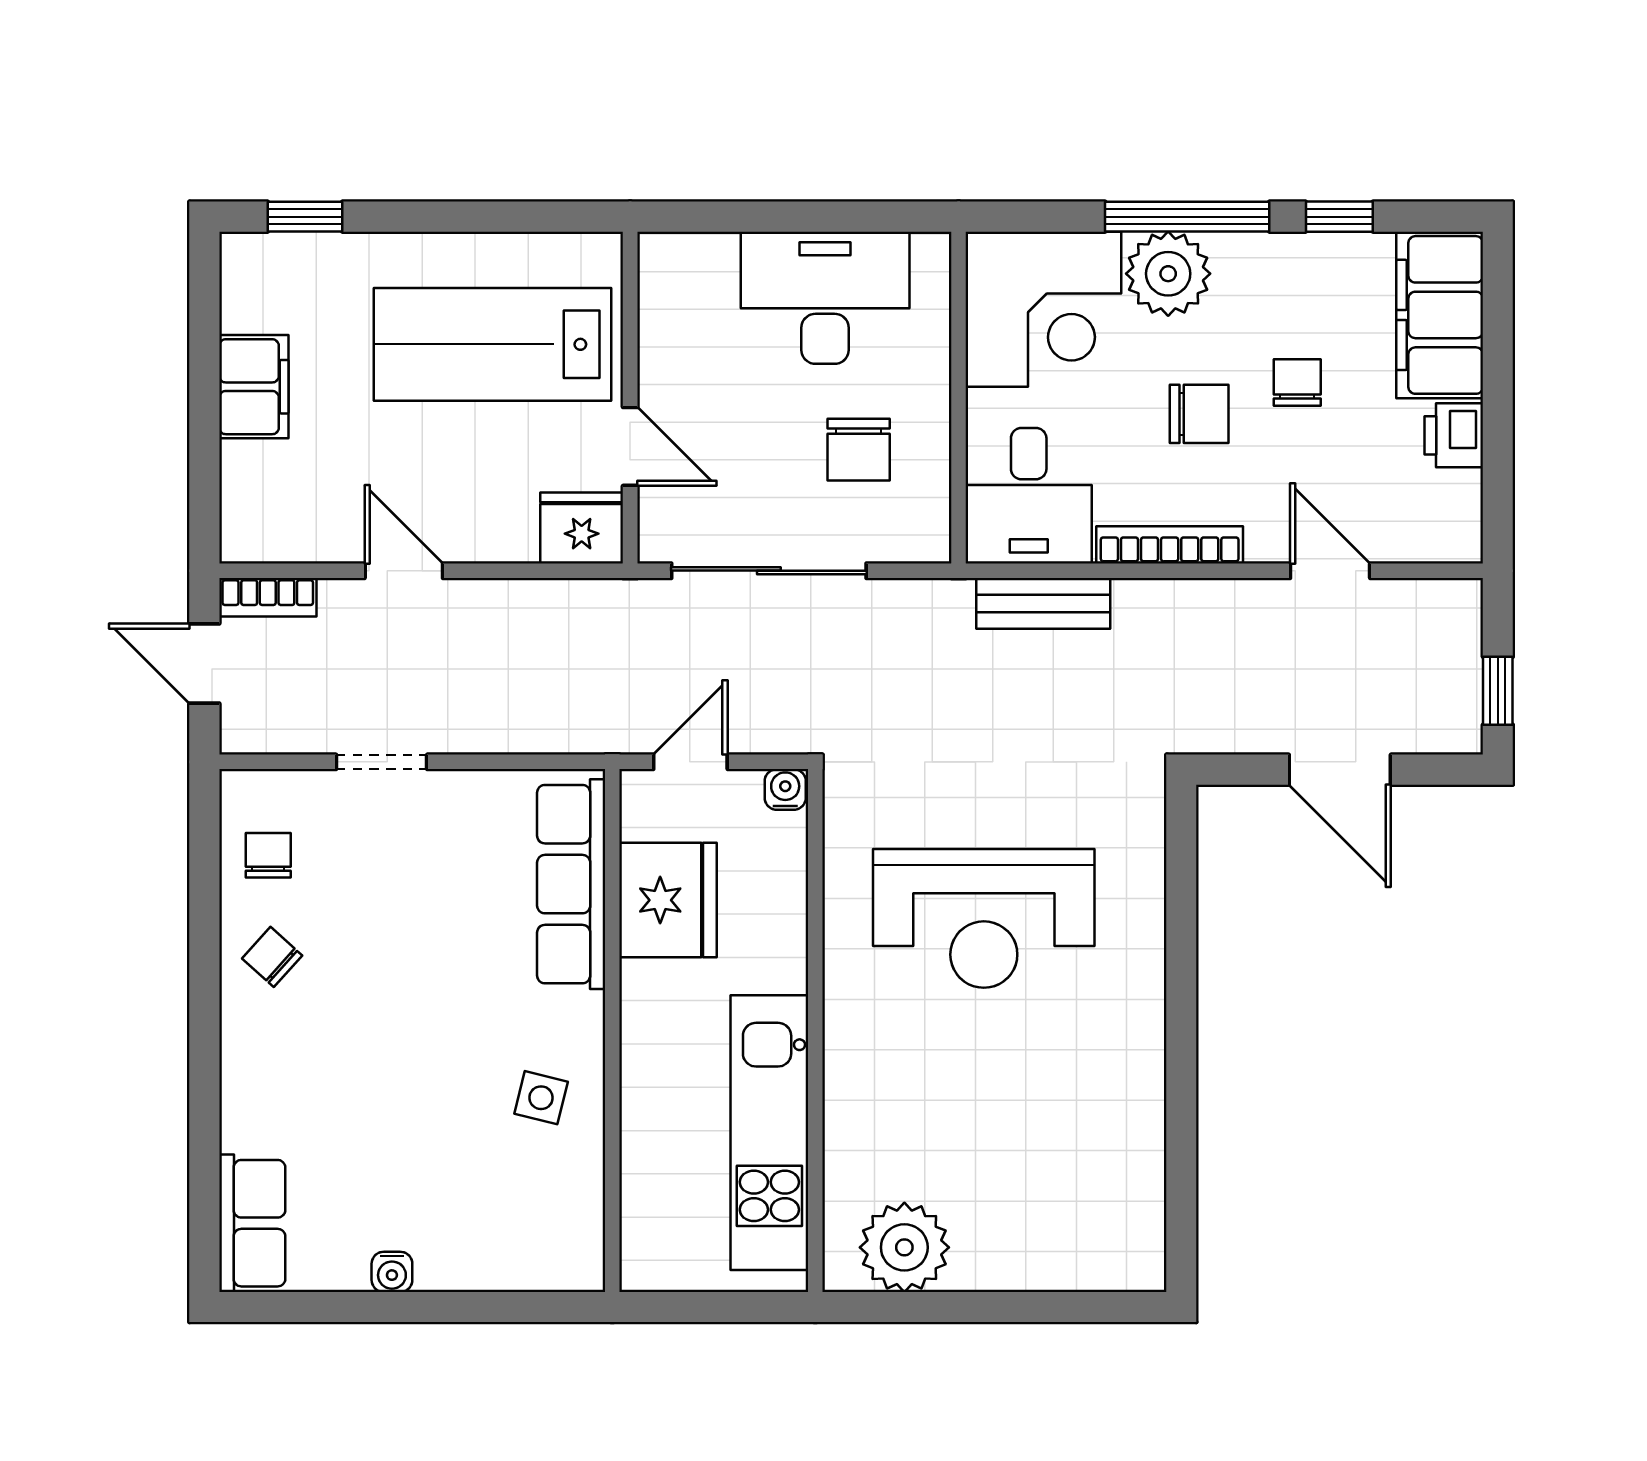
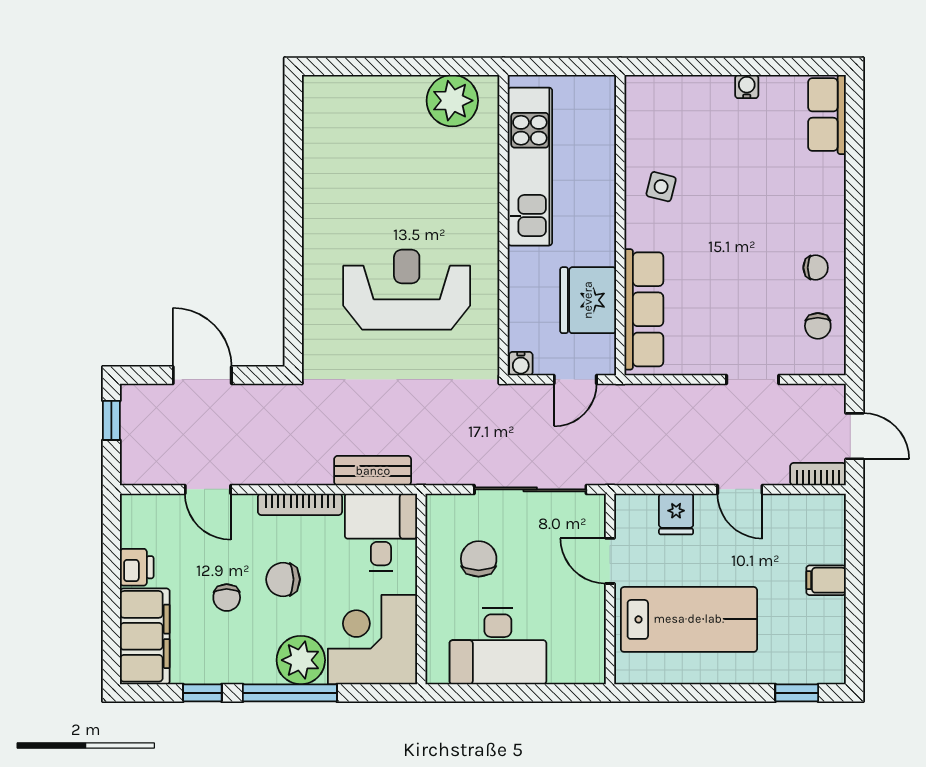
filing cabinet: (254, 387) -> (826, 580), width x0.50
fridge: (582, 528) -> (676, 514), moved, width x0.72
chair: (272, 957) -> (816, 268), turned -42

